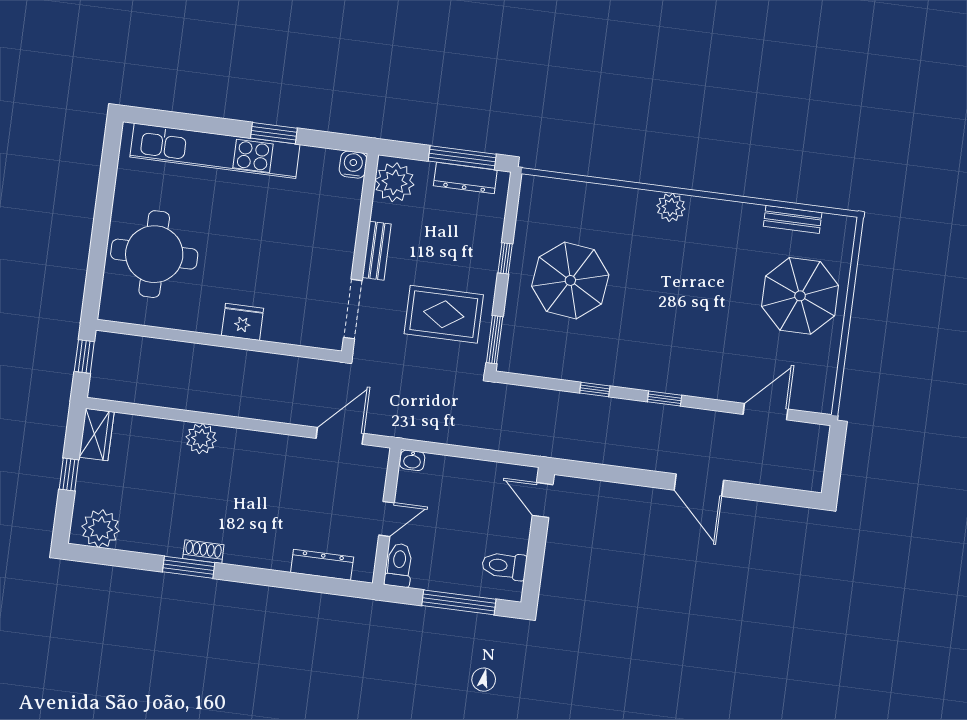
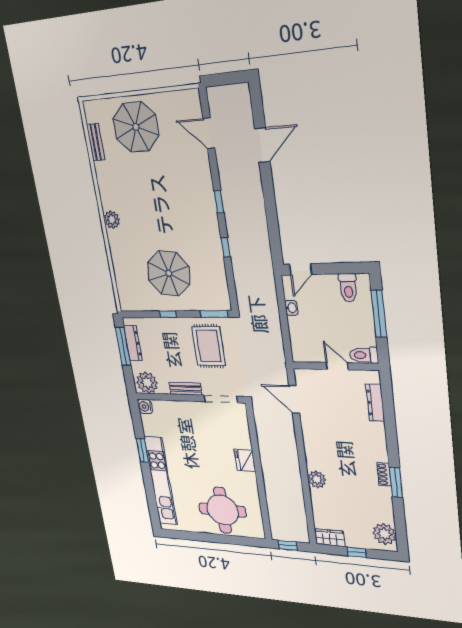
washbasin: (412, 460) -> (291, 308), moved
door: (699, 485) -> (262, 145), moved

